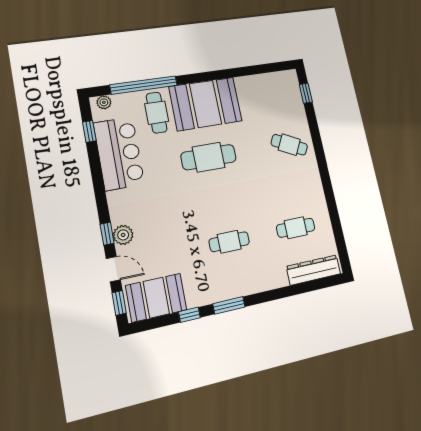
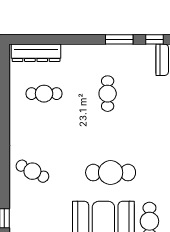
cafe table: (229, 242) -> (108, 94), turned 90

